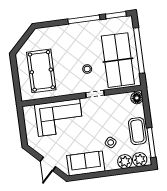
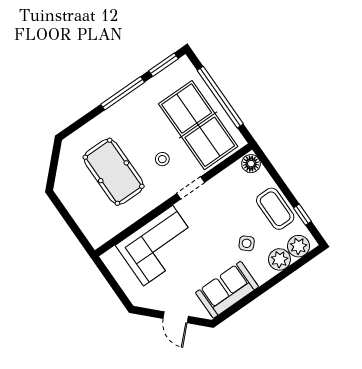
pool table: (41, 71) -> (114, 172), moved
window: (151, 143) -> (302, 215), width x0.46

